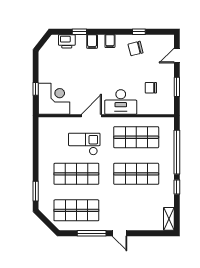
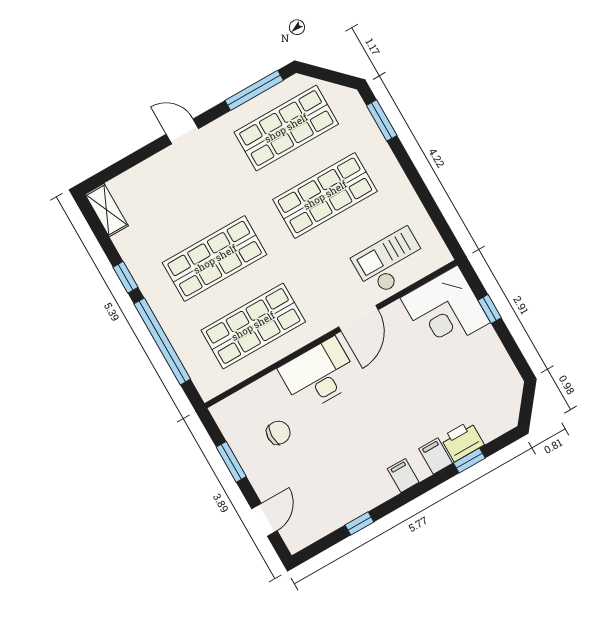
printer: (67, 41) -> (462, 441), moved
chair: (136, 48) -> (348, 489), removed
checkout: (84, 144) -> (390, 262), moved, turned 180
window: (92, 233) -> (254, 90), moved

